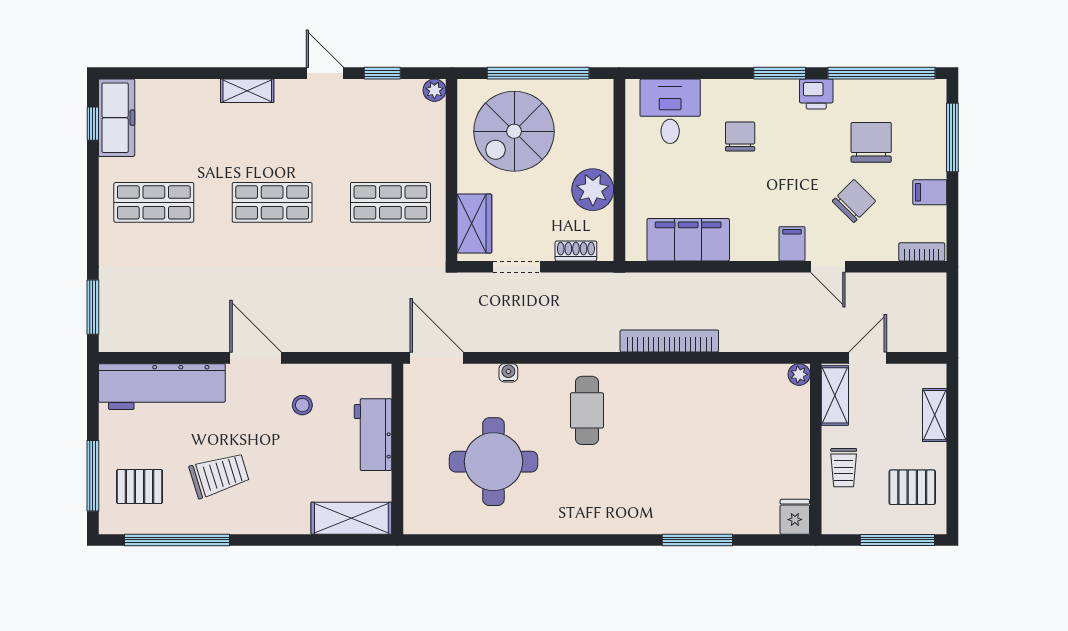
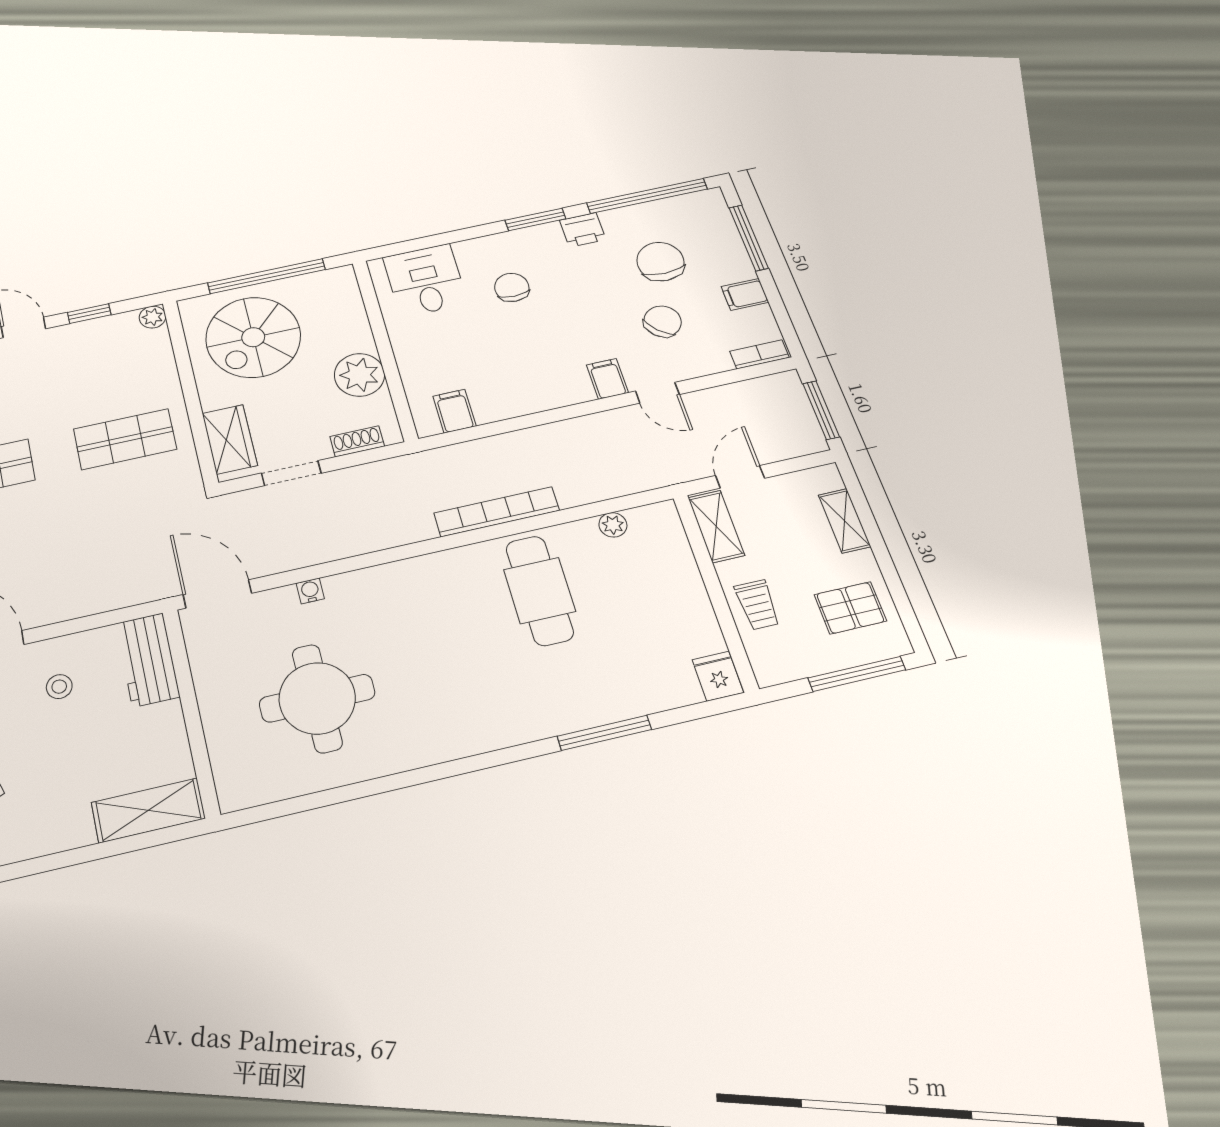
filing cabinet: (688, 240) -> (454, 411), width x0.33, depth x0.86
window: (952, 315) -> (821, 410), added
plant: (799, 374) -> (613, 525), moved
cafe table: (587, 410) -> (540, 590), moved, width x1.37, depth x1.35
workbench: (373, 435) -> (148, 660), moved

